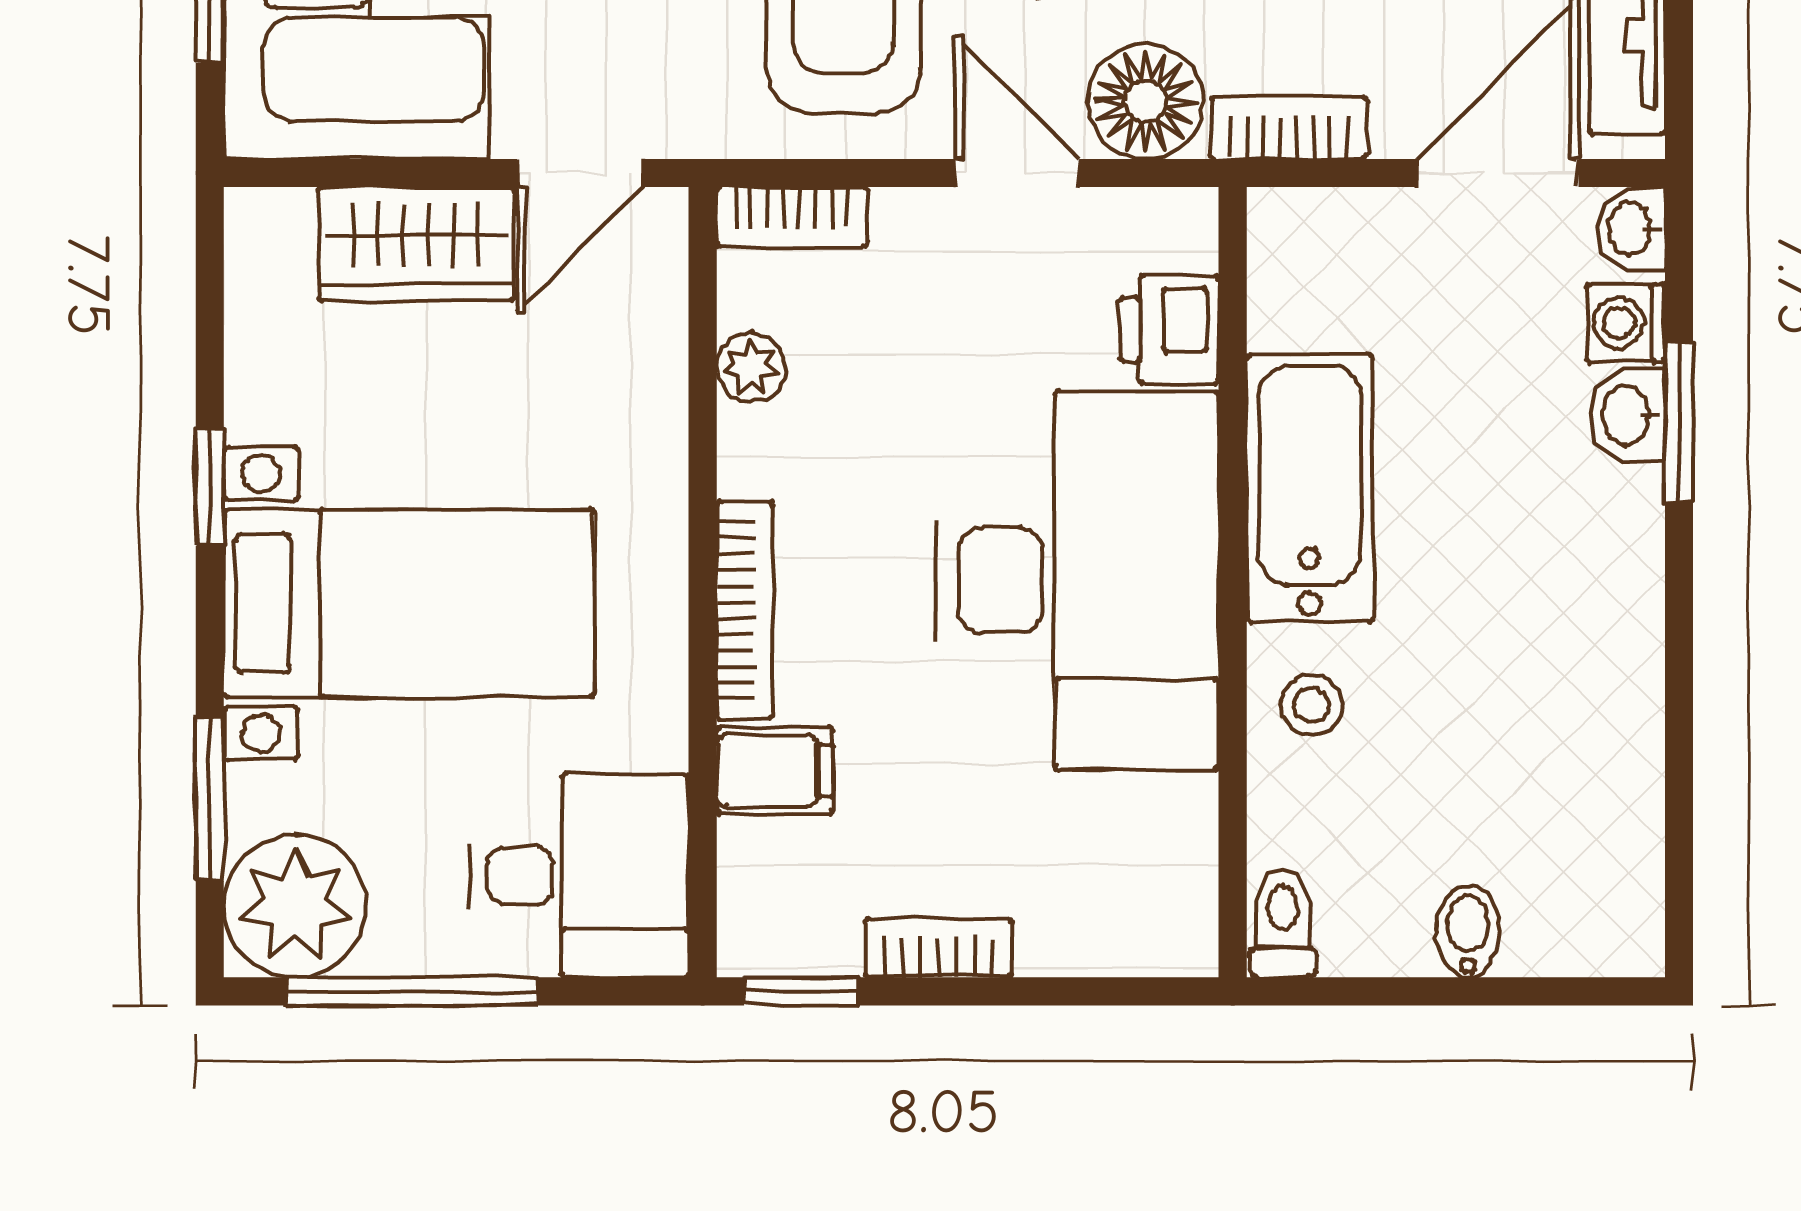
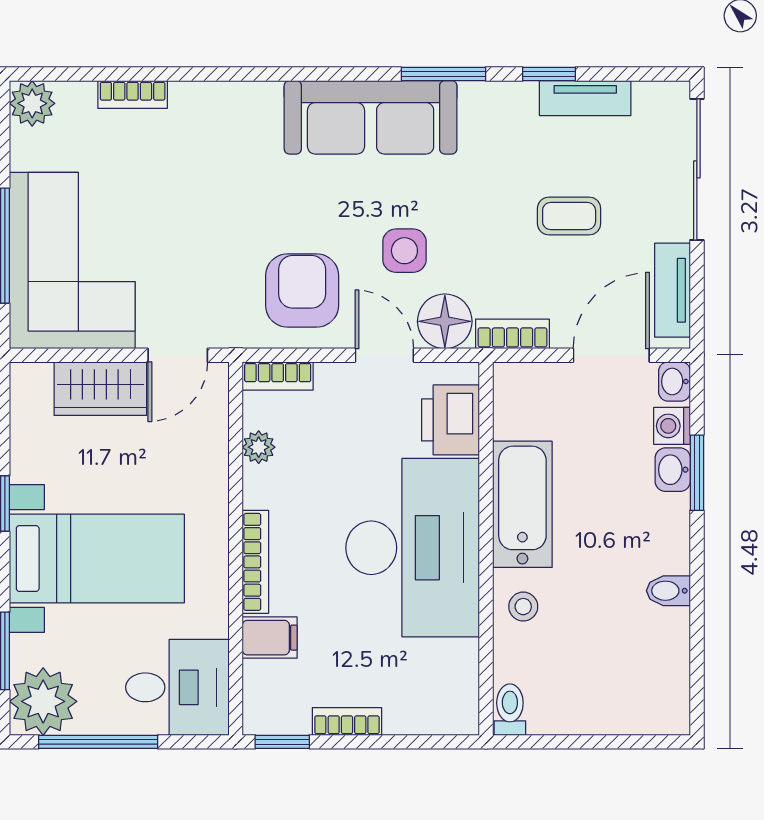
printer: (1169, 330) -> (451, 420), width x1.36, depth x1.24
bidet: (1468, 931) -> (668, 591), moved, turned -90

